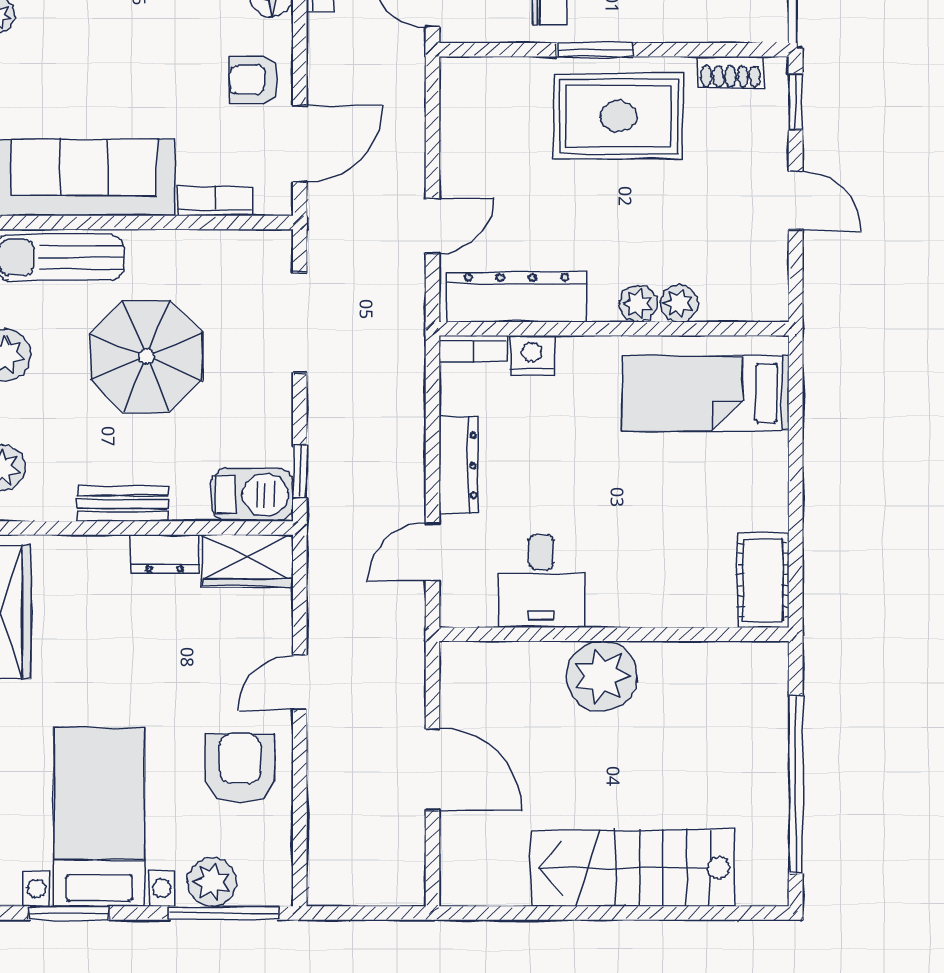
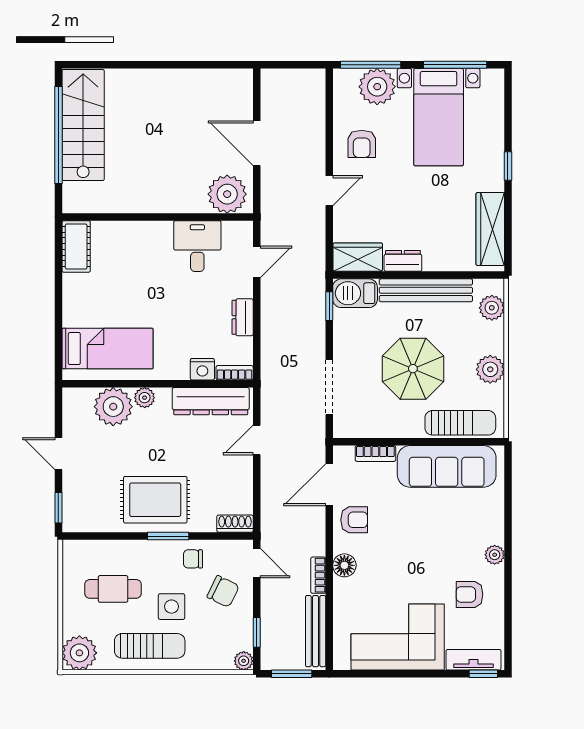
shoe rack: (730, 72) -> (235, 524), moved
plant: (679, 303) -> (113, 407), width x1.88, depth x1.88
dresser: (458, 465) -> (243, 317), width x0.70
bench: (123, 504) -> (426, 290), width x1.86, depth x1.21
plant: (602, 676) -> (227, 194), moved
armchair: (240, 768) -> (362, 144), width x0.72, depth x0.72
stairs: (633, 868) -> (83, 125), moved, turned -90
plant: (212, 882) -> (377, 87), width x1.36, depth x1.36
window: (69, 913) -> (455, 65), width x1.44

